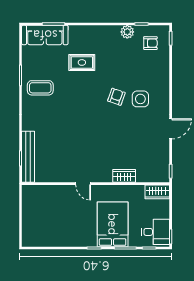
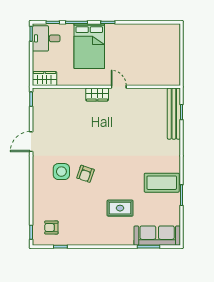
plant: (127, 32) -> (75, 239), removed
coffee table: (40, 88) -> (162, 183), width x1.36, depth x1.32
wardrobe: (124, 176) -> (97, 94), moved

